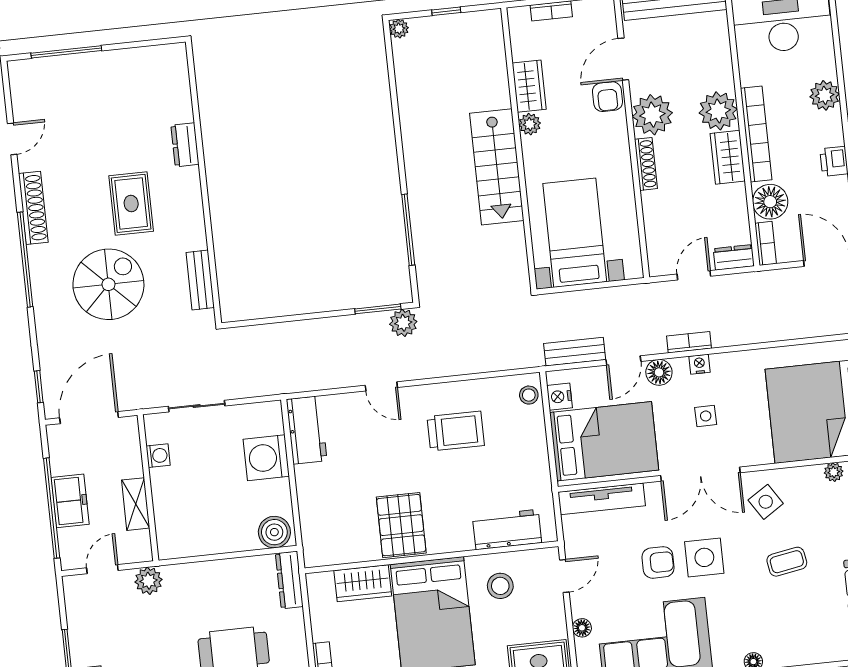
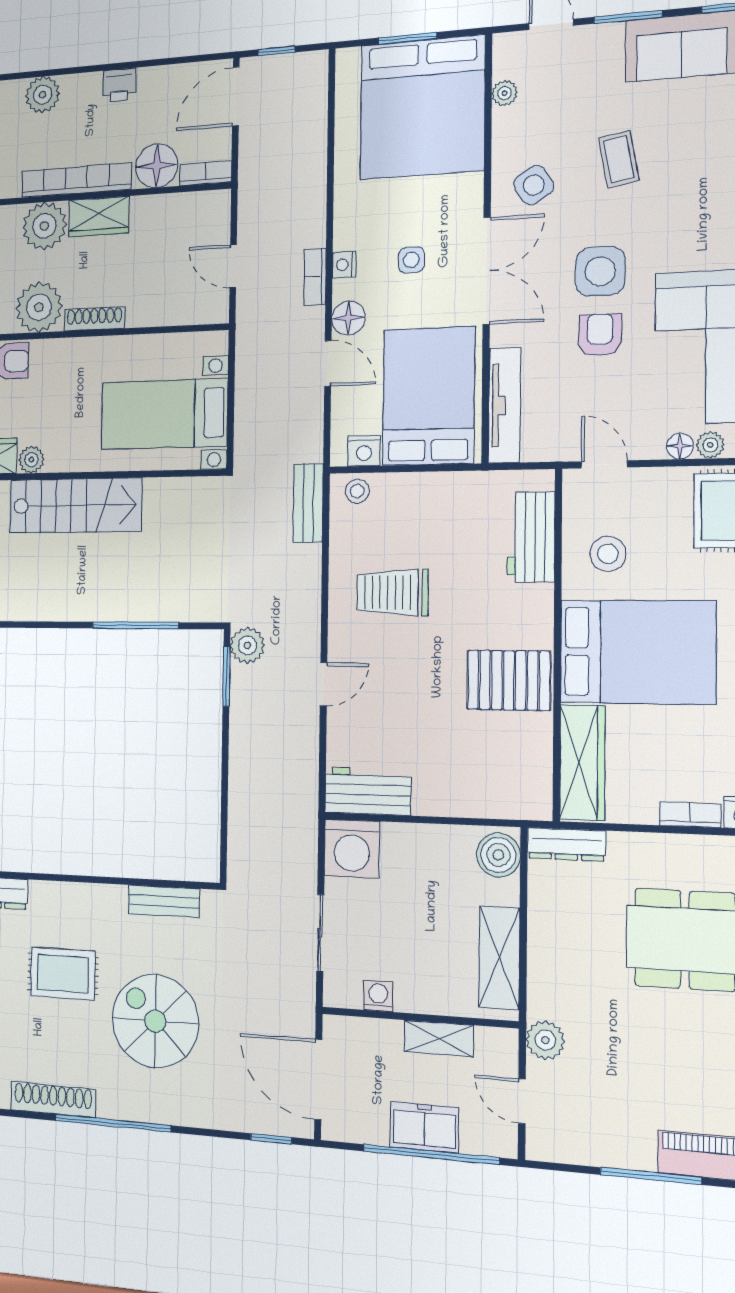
dresser: (734, 257) -> (217, 214), removed
bench: (575, 352) -> (308, 503), moved
trolley: (456, 431) -> (392, 592), turned -90
washing machine: (266, 458) -> (352, 849), moved
shelving: (201, 541) -> (499, 958), added
wardrobe: (363, 583) -> (582, 762), width x1.50
plant: (584, 649) -> (710, 445), added

